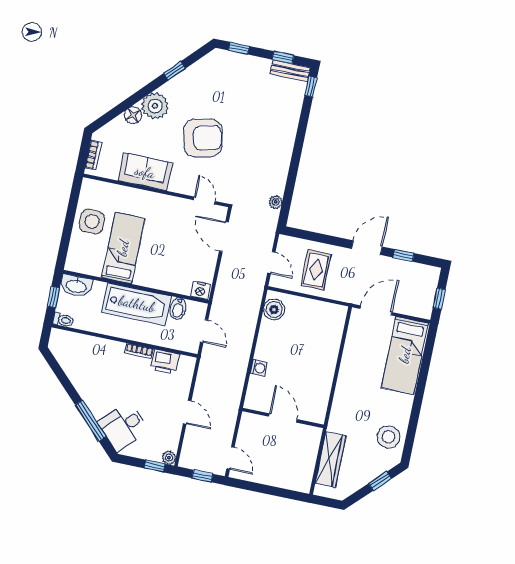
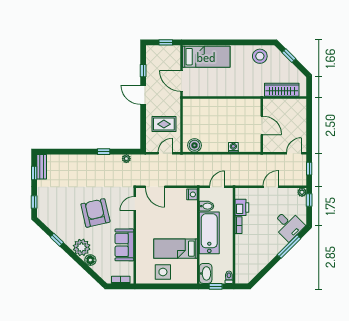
window: (311, 87) -> (104, 152), moved
door: (224, 237) -> (155, 187), hinge flipped
door: (283, 418) -> (262, 125), swing flipped

